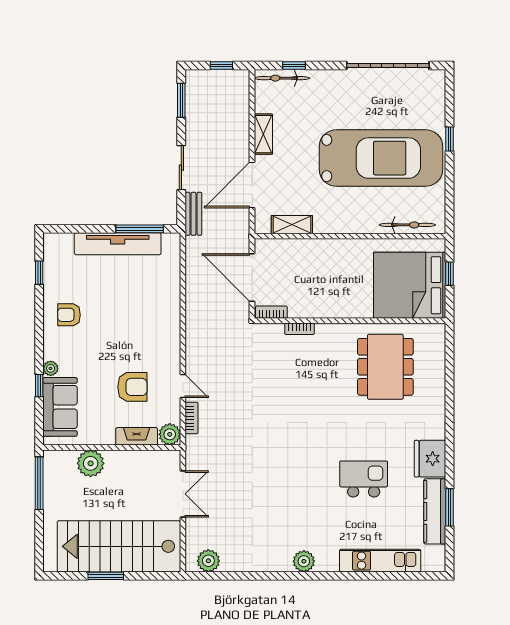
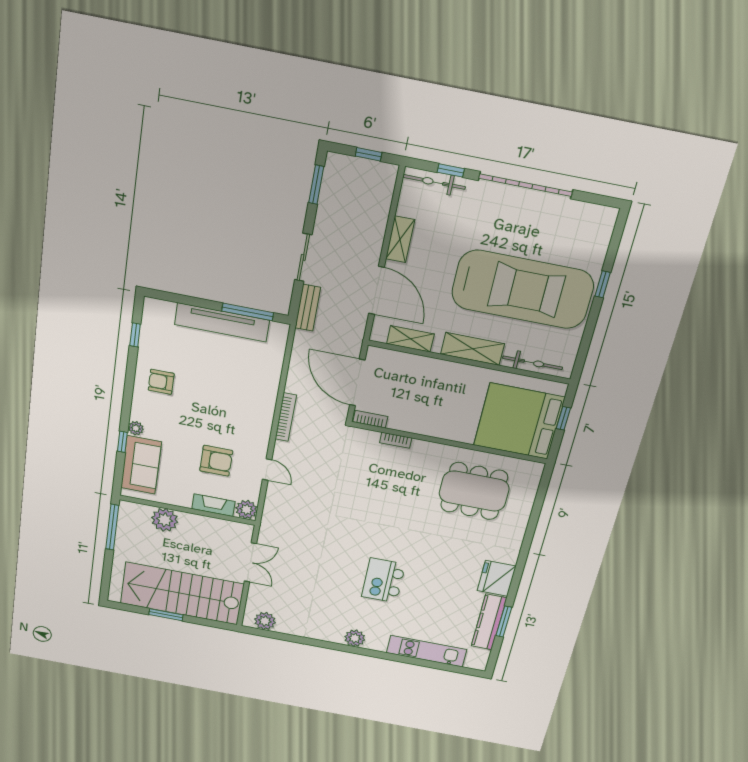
garage door: (388, 66) -> (526, 185), moved
door: (252, 185) -> (376, 290), swing flipped
shelving: (350, 223) -> (472, 349), added
dining table: (385, 367) -> (474, 491), turned 90
bookcase: (192, 418) -> (286, 417), moved, width x1.56
kitchen island: (364, 479) -> (383, 580), moved, turned -90

